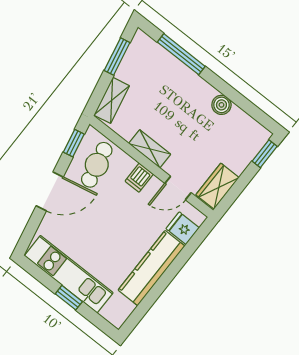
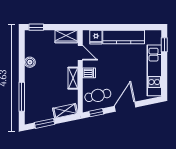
door: (50, 191) -> (125, 107), hinge flipped
window: (69, 298) -> (164, 45), moved

